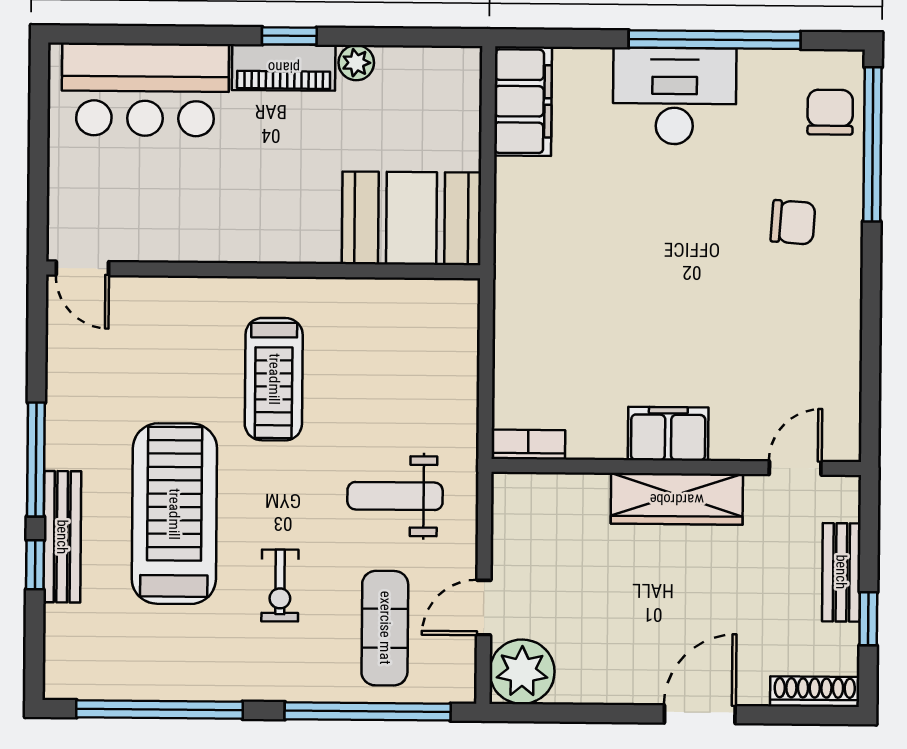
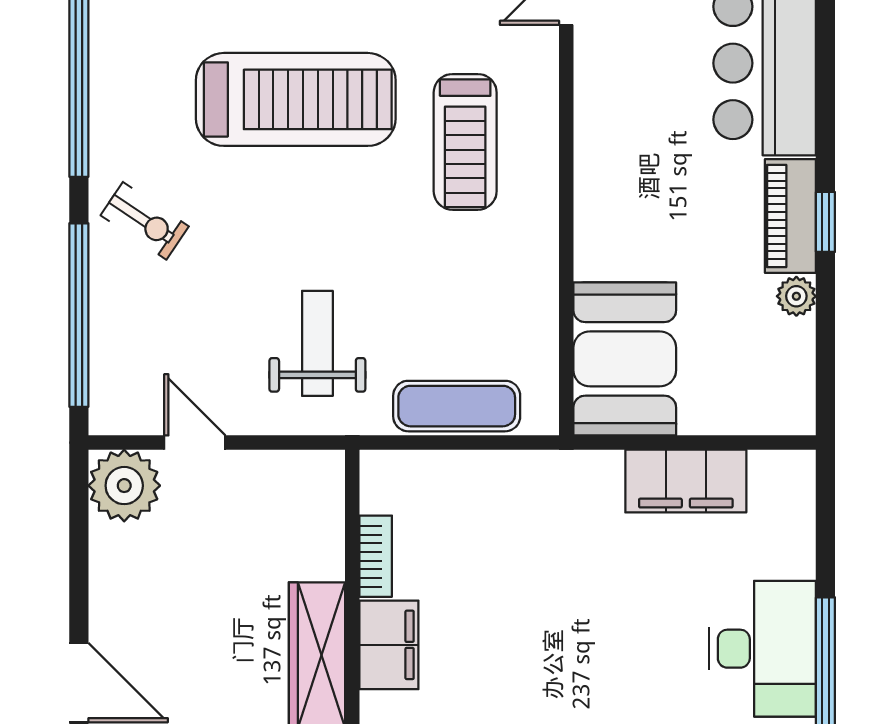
filing cabinet: (523, 101) -> (686, 481), moved
treadmill: (274, 379) -> (465, 142), moved, turned -90
bookcase: (528, 445) -> (376, 556), moved
exercise bike: (280, 585) -> (145, 221), moved, turned -146
exercise mat: (385, 628) -> (457, 406), moved

